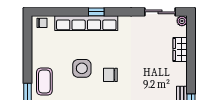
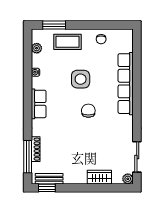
window: (96, 12) -> (137, 93), removed
chair: (42, 23) -> (101, 39), moved
chair: (110, 75) -> (88, 111), moved

